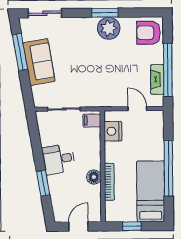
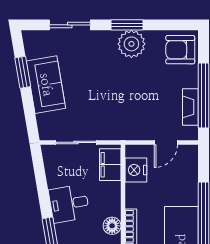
sliding door: (45, 13) -> (70, 25), moved
window: (20, 52) -> (23, 72), width x0.69
door: (137, 109) -> (166, 142), swing flipped
filing cabinet: (92, 121) -> (110, 165), width x2.00

